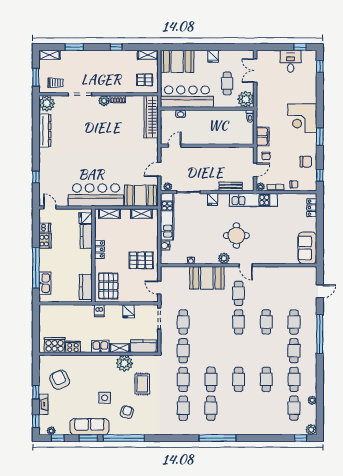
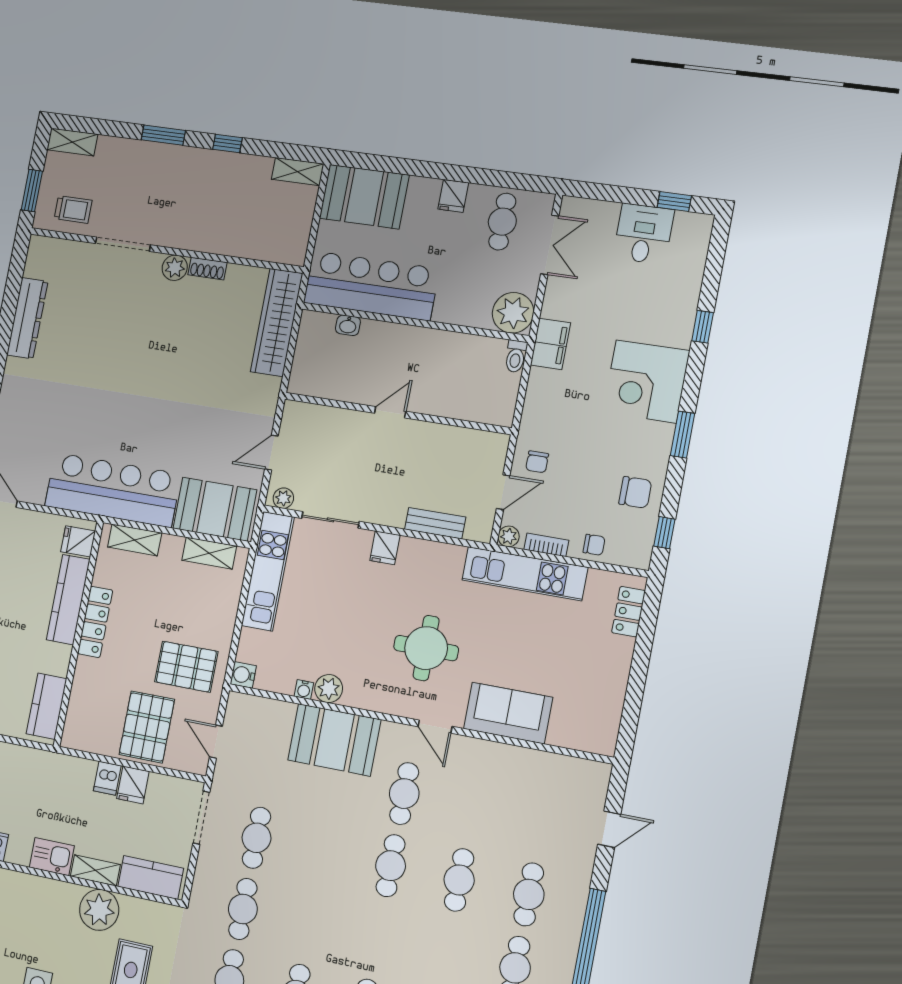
window: (74, 47) -> (163, 135), moved
window: (320, 67) -> (703, 327), moved
double door: (255, 71) -> (550, 245), swing flipped
pallet: (145, 80) -> (279, 231), removed
cafe table: (227, 83) -> (502, 222), moved
plant: (47, 103) -> (44, 255), removed
filing cabinet: (263, 136) -> (550, 344), moved
door: (175, 146) -> (390, 412), moved
kitchen unit: (253, 200) -> (525, 574), moved
kitchen counter: (86, 236) -> (68, 600), width x1.50
water cooler: (165, 246) -> (243, 675), moved
sofa: (307, 248) -> (508, 713), moved, turned 90
locker: (99, 249) -> (95, 622), width x1.53
plant: (224, 258) -> (329, 689), moved
pallet: (108, 286) -> (147, 727), moved
dishwasher: (99, 311) -> (107, 778), moved

